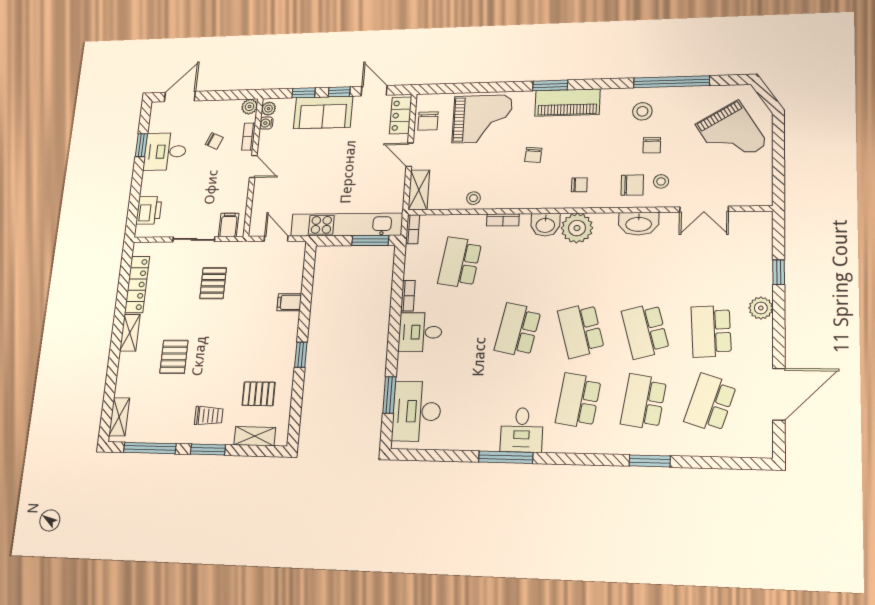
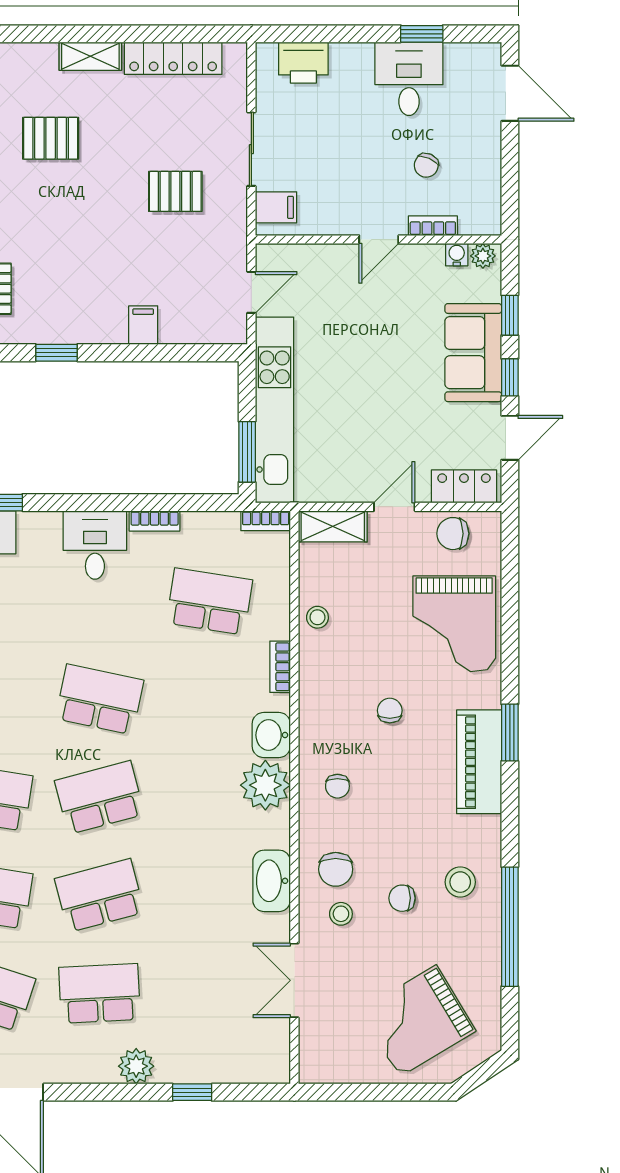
plant: (249, 107) -> (488, 222), removed
chair: (533, 155) -> (390, 711), turned 85

